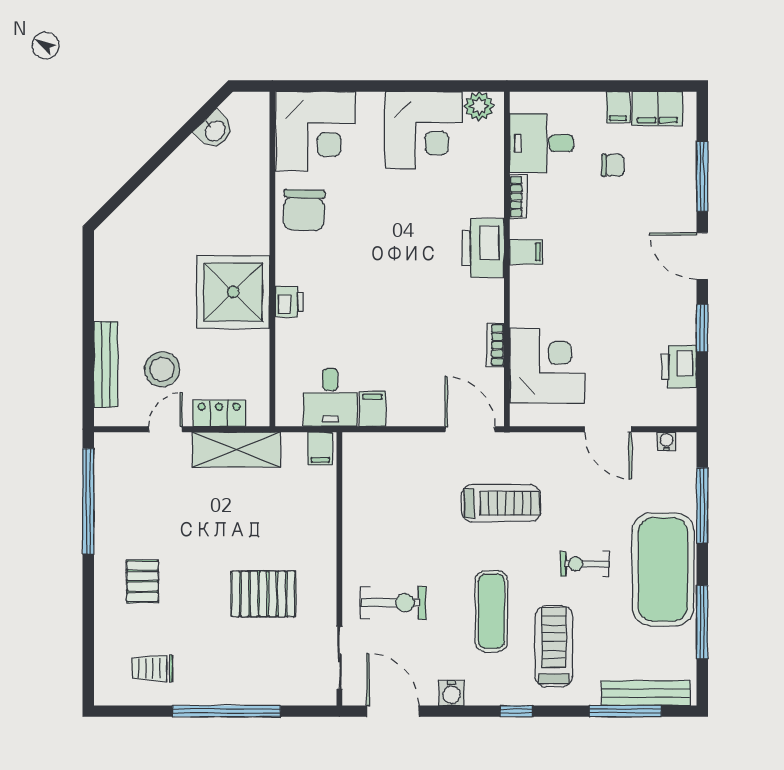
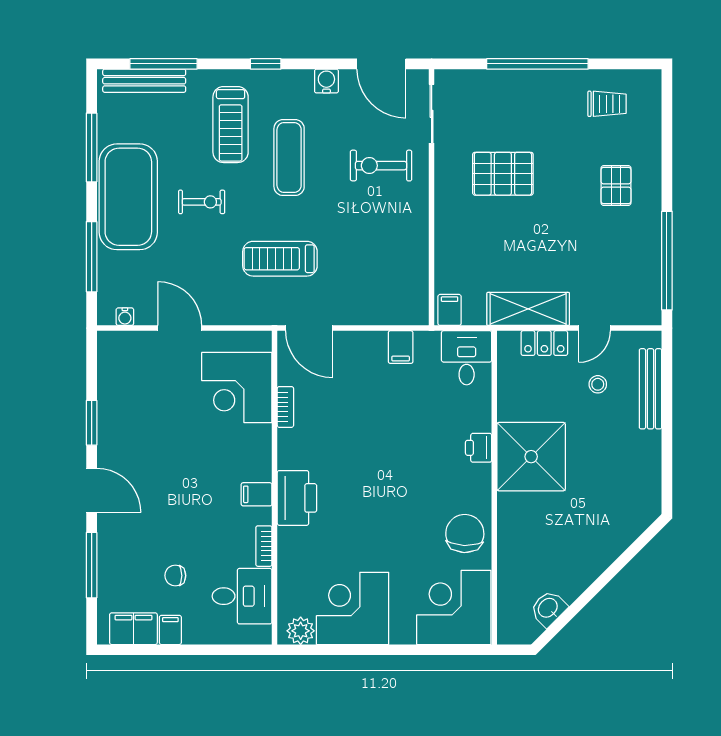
printer: (679, 367) -> (113, 386), removed
stool: (162, 369) -> (598, 384), width x0.53, depth x0.53
desk: (330, 398) -> (467, 358), moved

